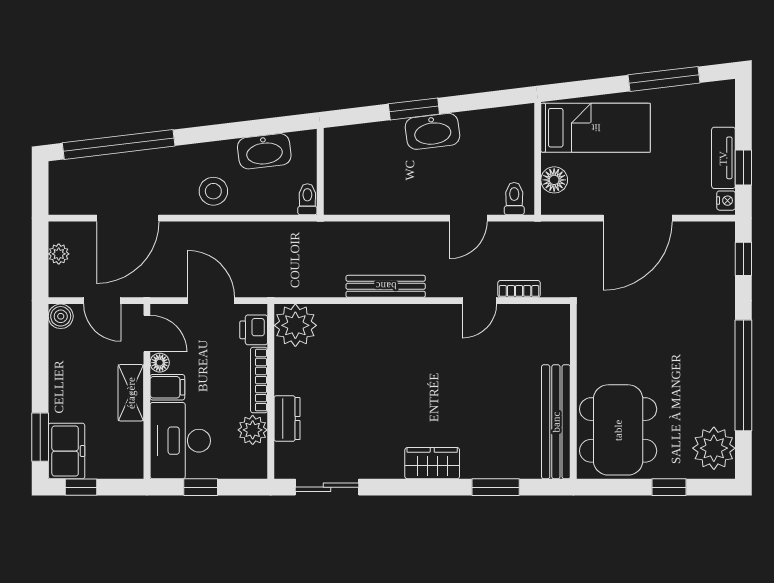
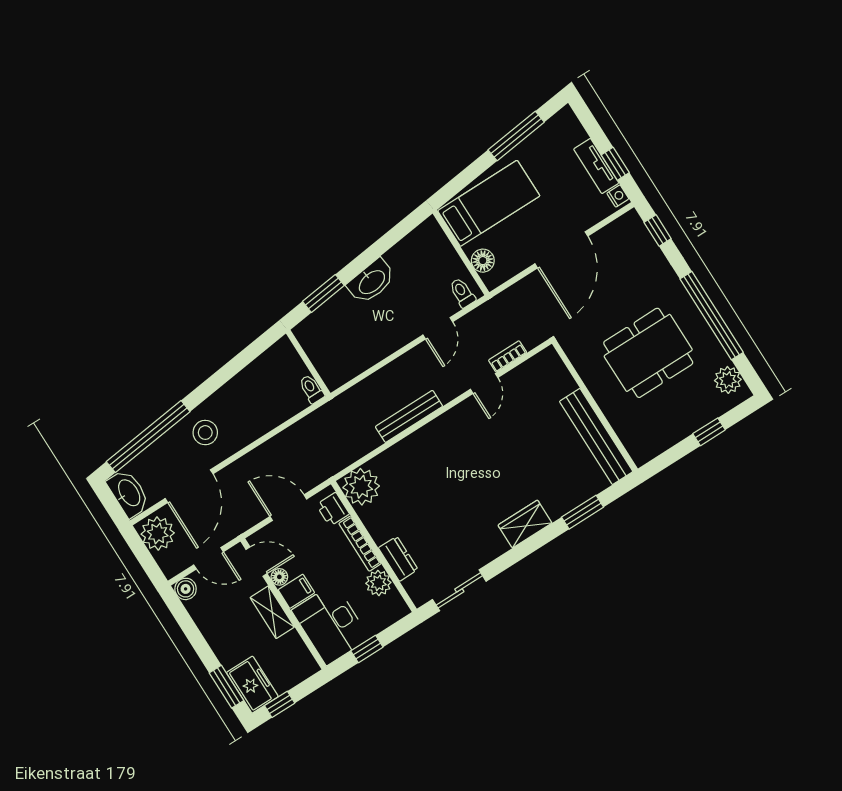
window: (414, 109) -> (323, 293), moved
washbasin: (264, 151) -> (128, 493), moved, turned -83
stool: (213, 191) -> (205, 433), moved
plant: (59, 254) -> (158, 533), width x1.88, depth x1.88
dining table: (618, 430) -> (648, 353), moved, turned 90
plant: (714, 448) -> (728, 380), width x0.73, depth x0.73

